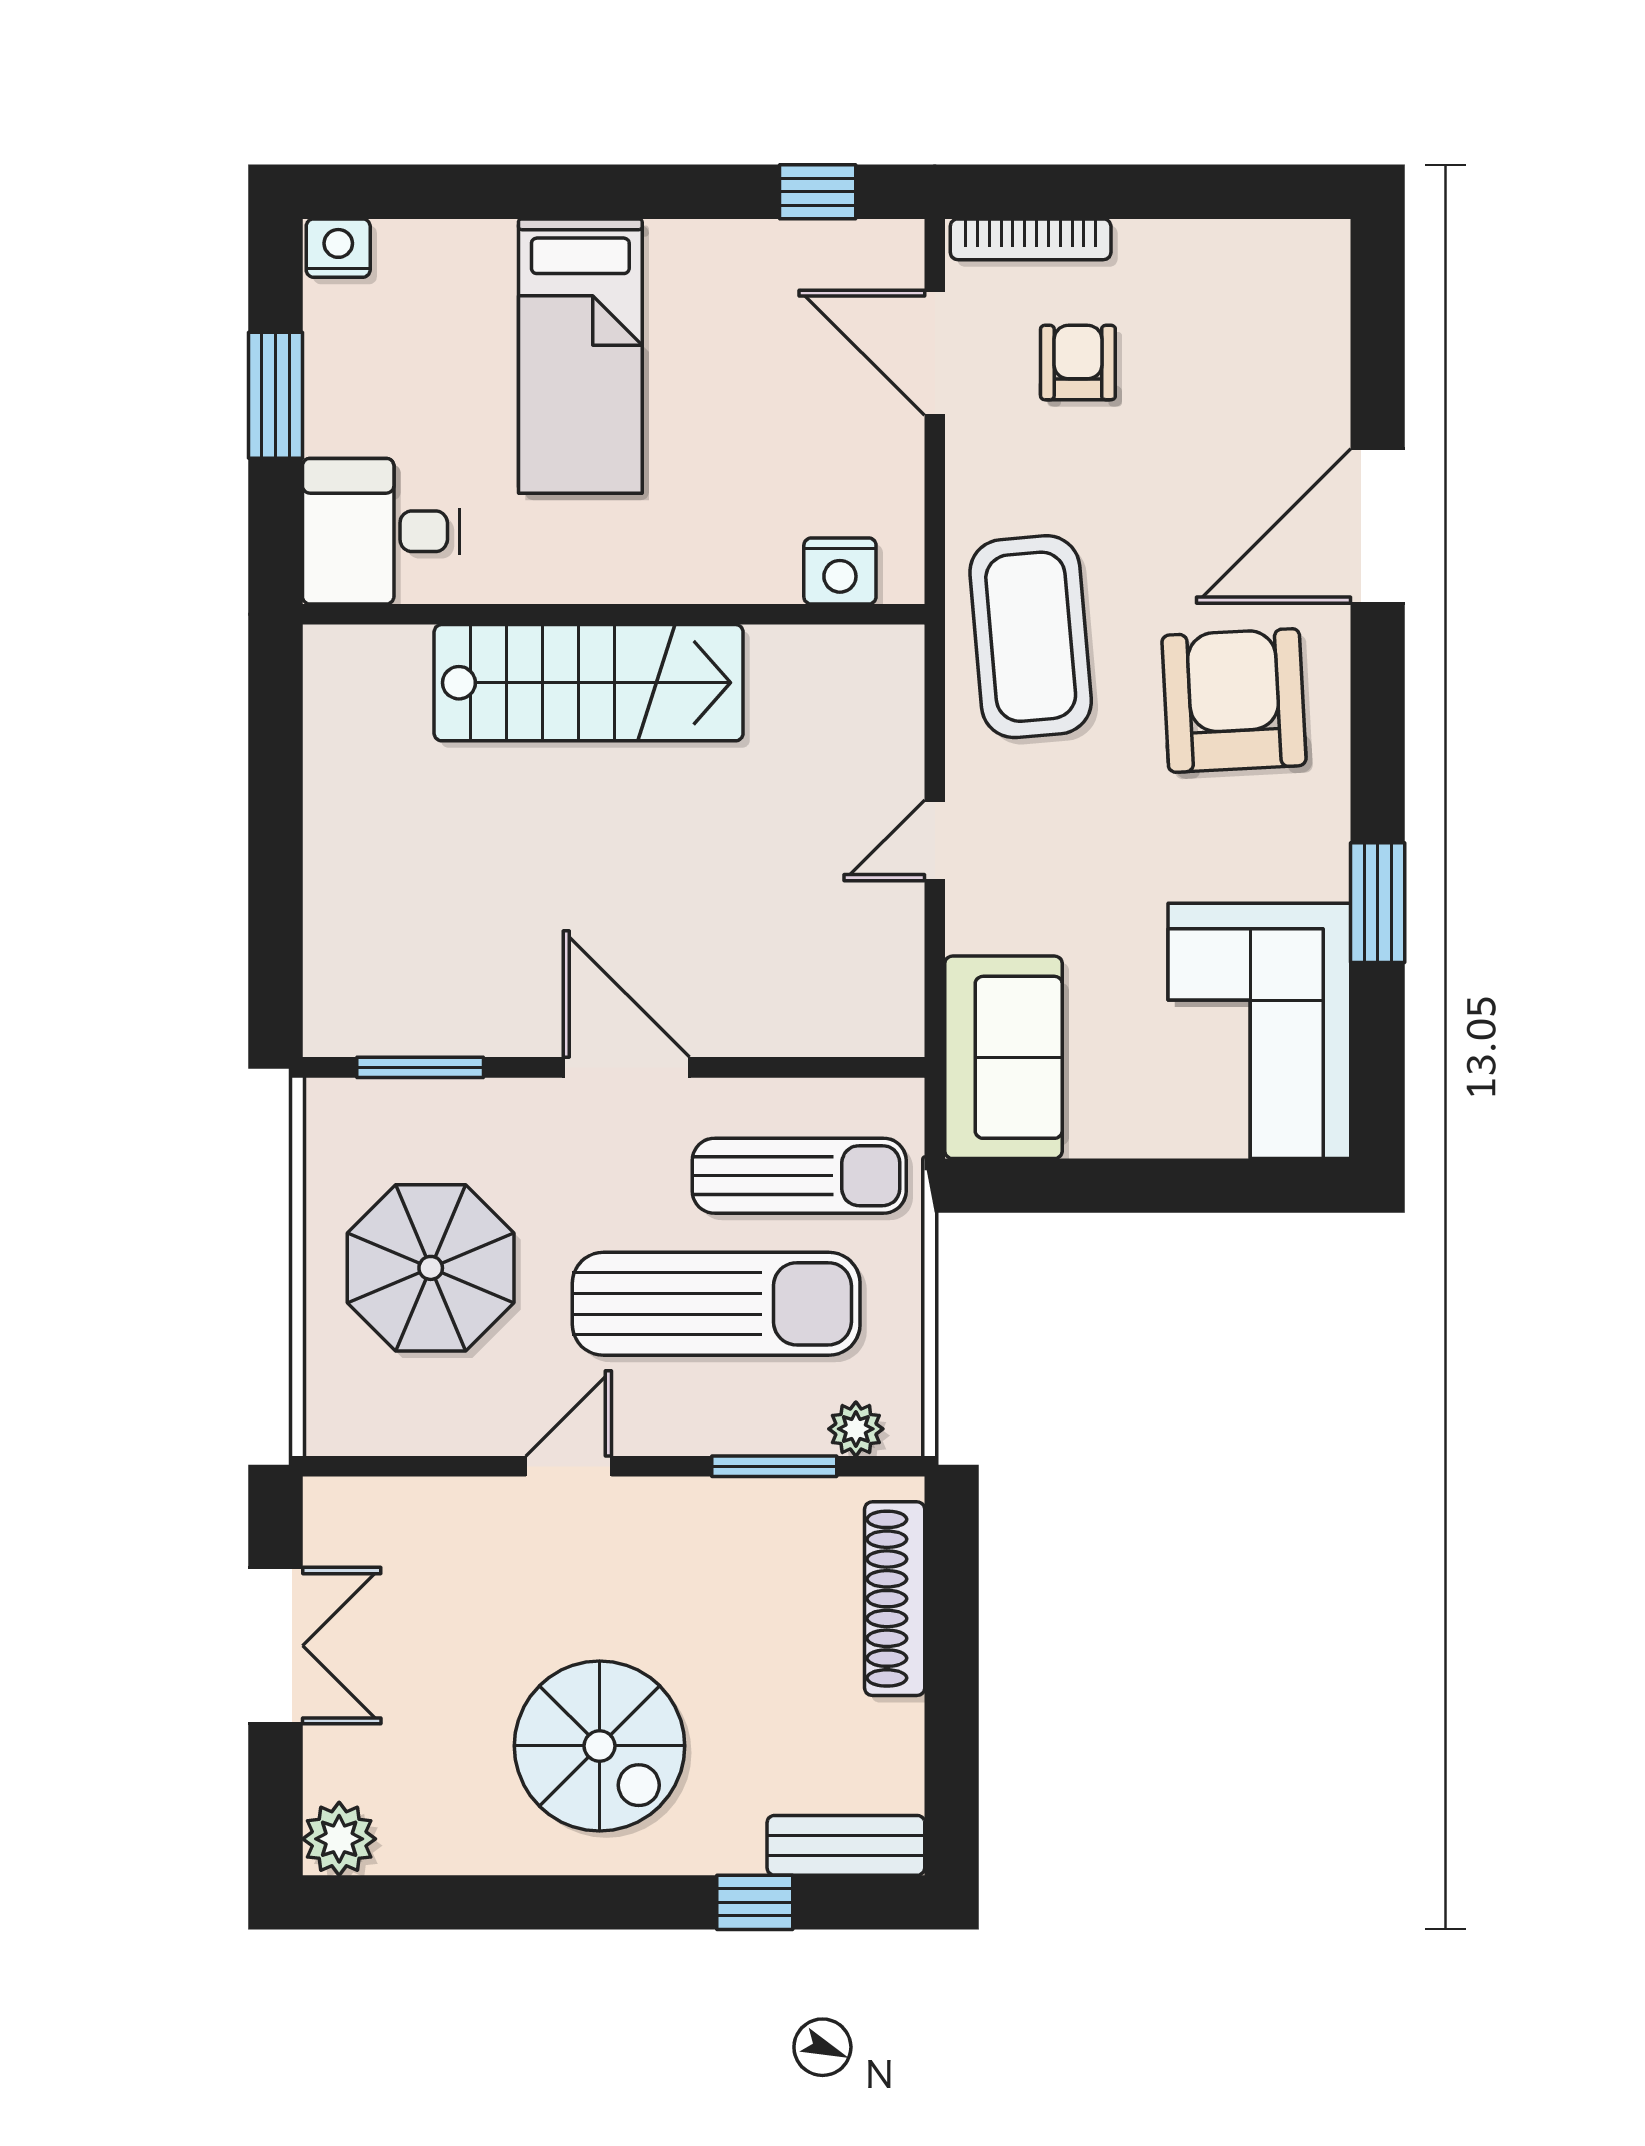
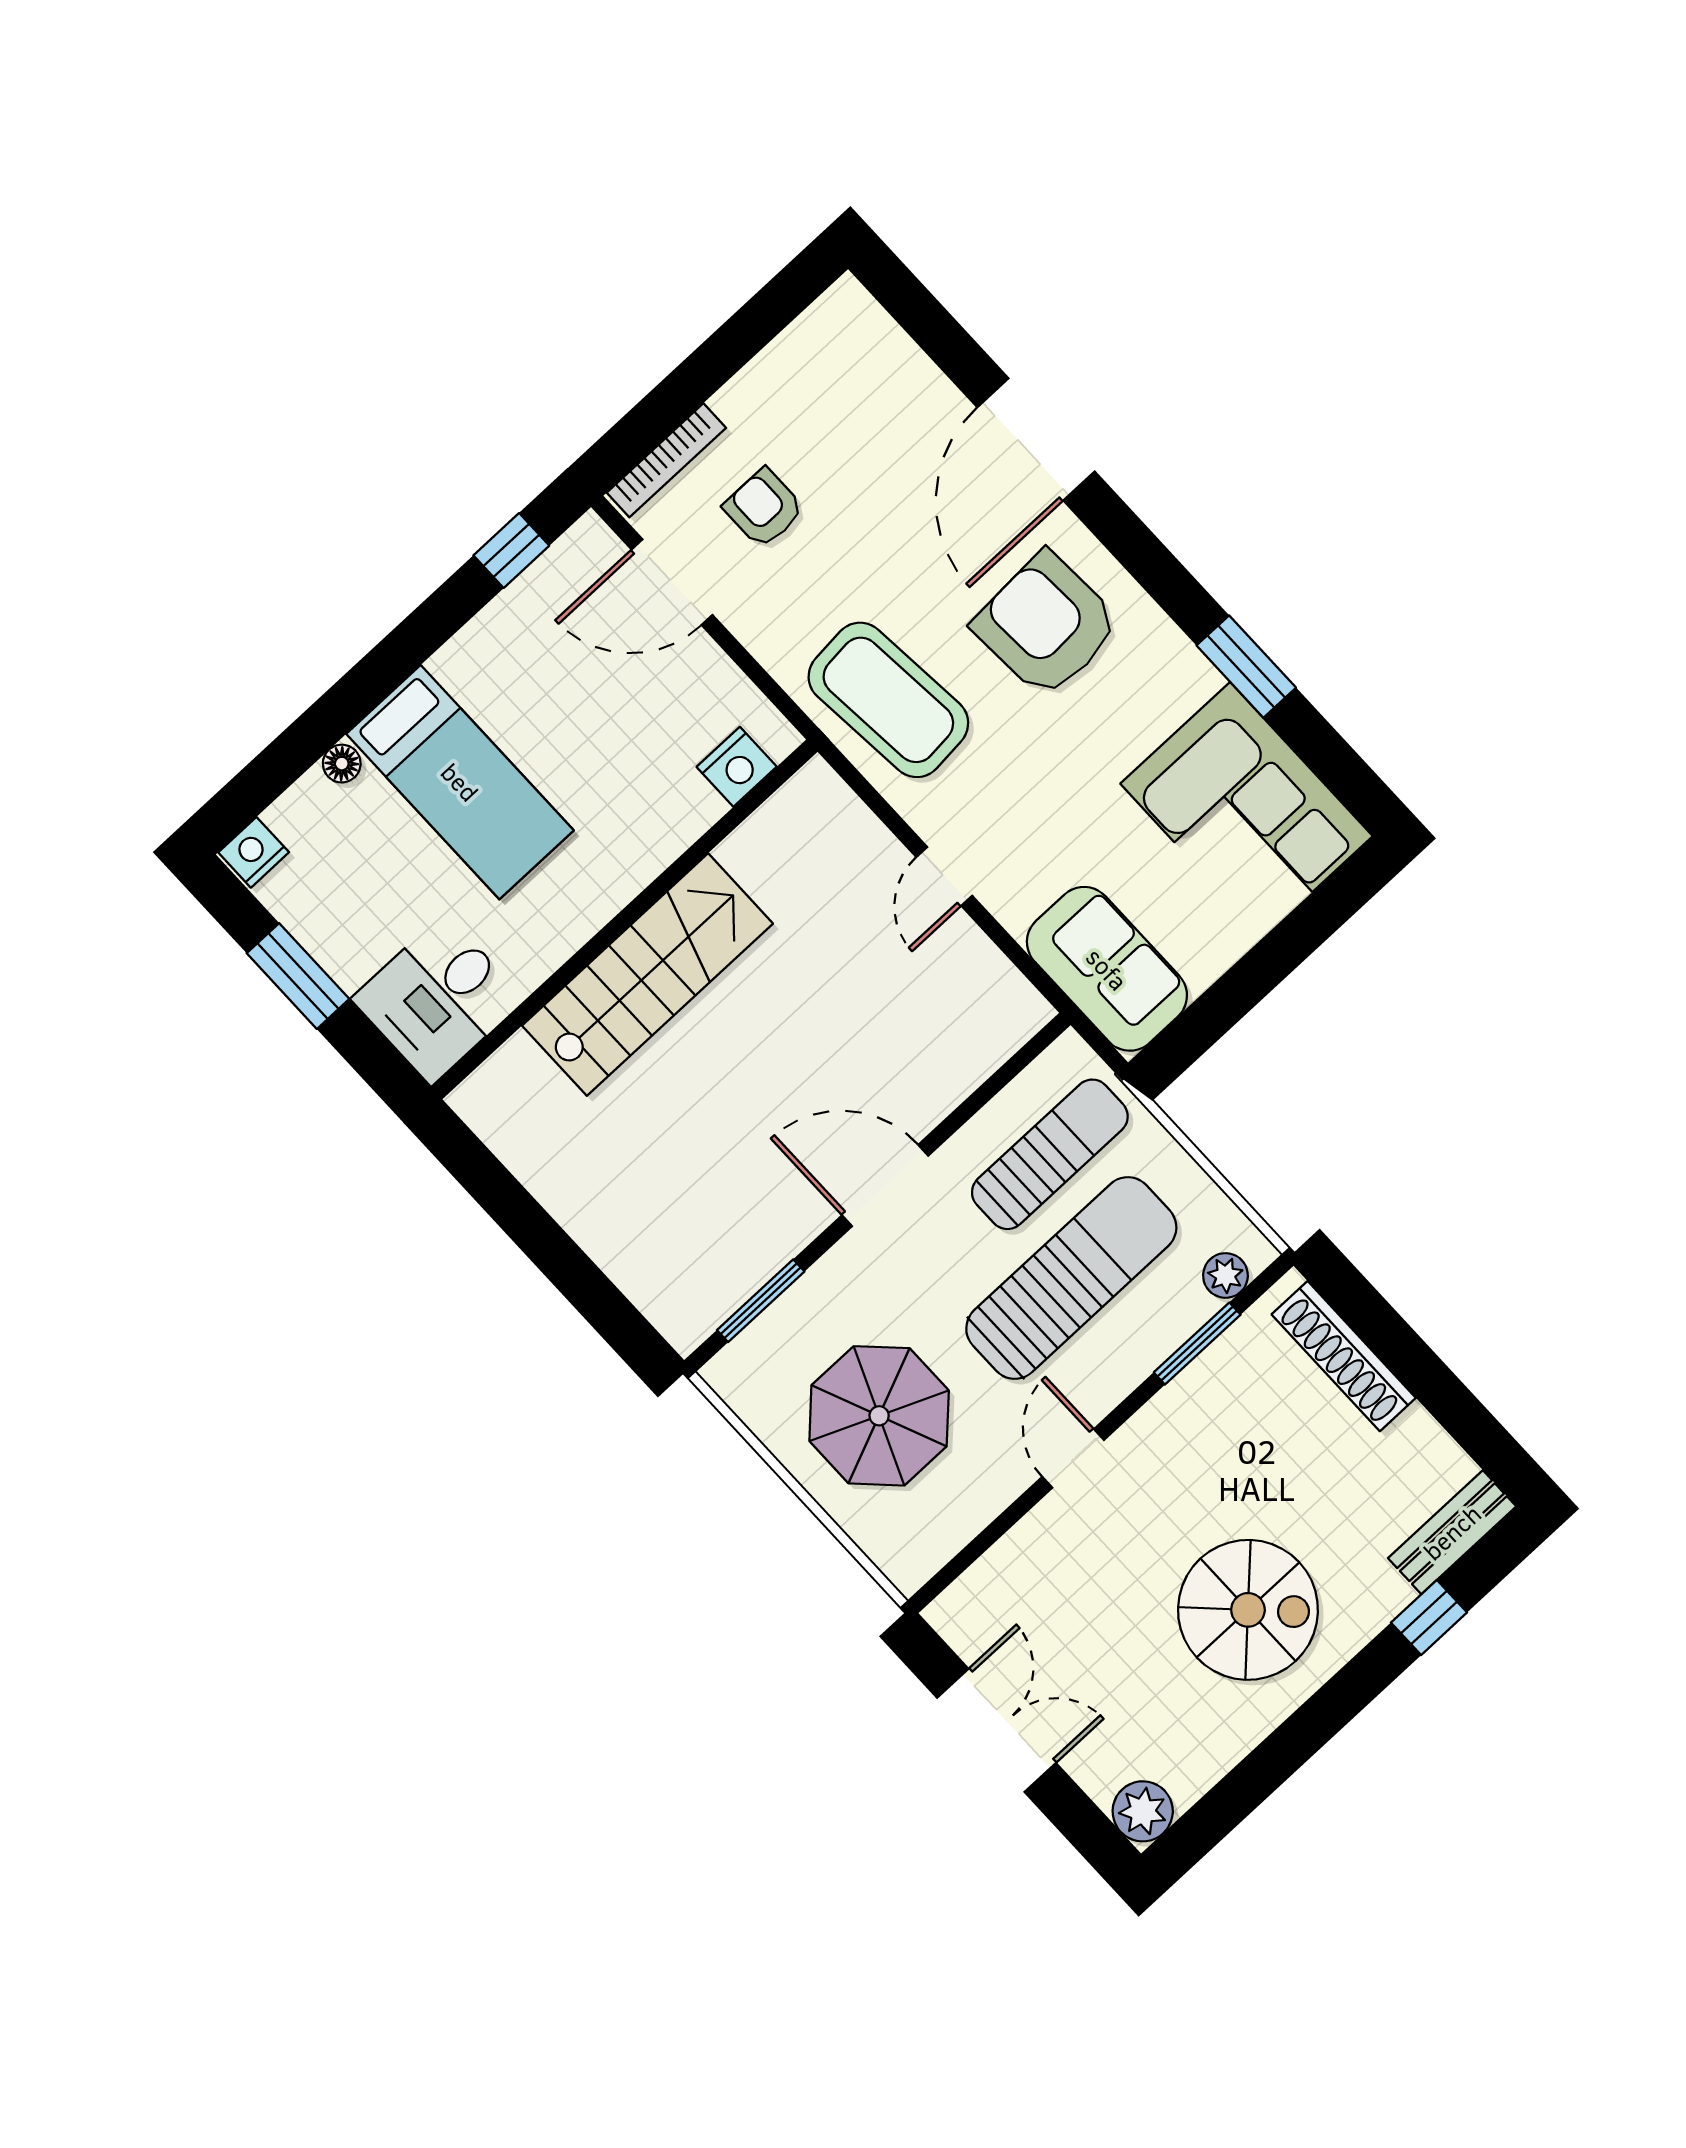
floor lamp: (490, 242) -> (342, 764), added

